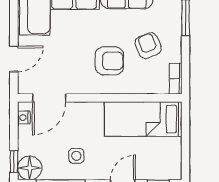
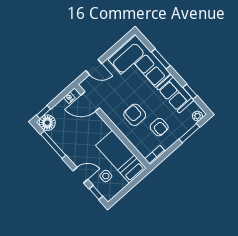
armchair: (148, 46) -> (159, 127), turned 112
armchair: (109, 61) -> (135, 115), turned 180
side table: (76, 156) -> (106, 176), moved

